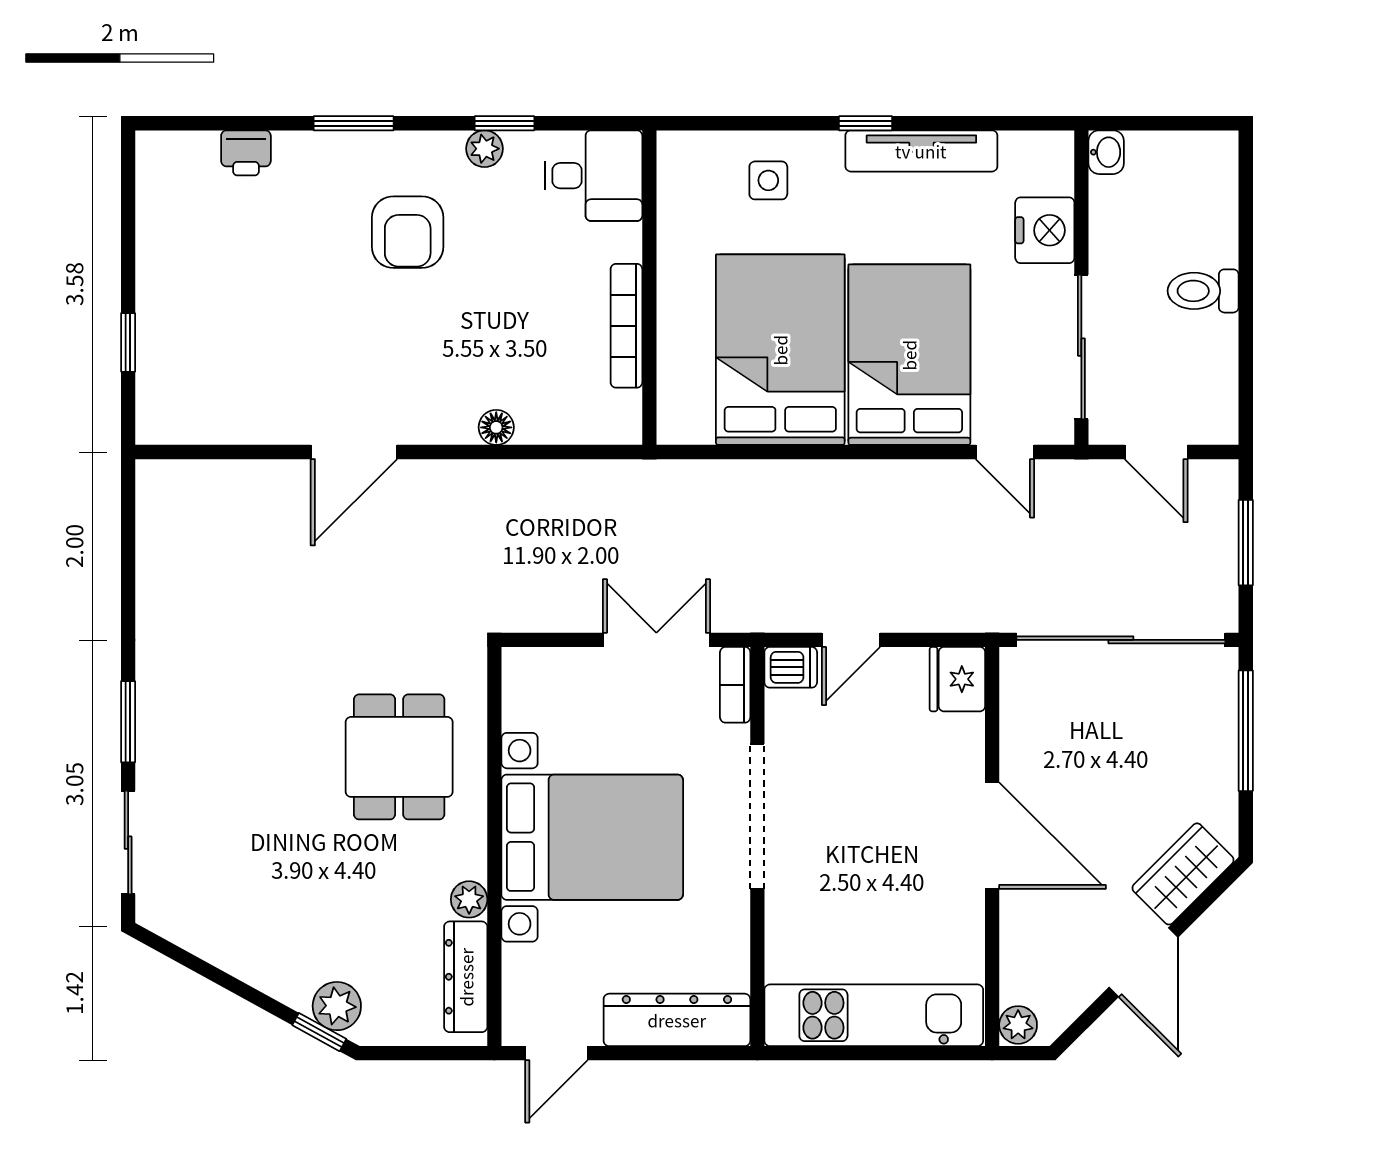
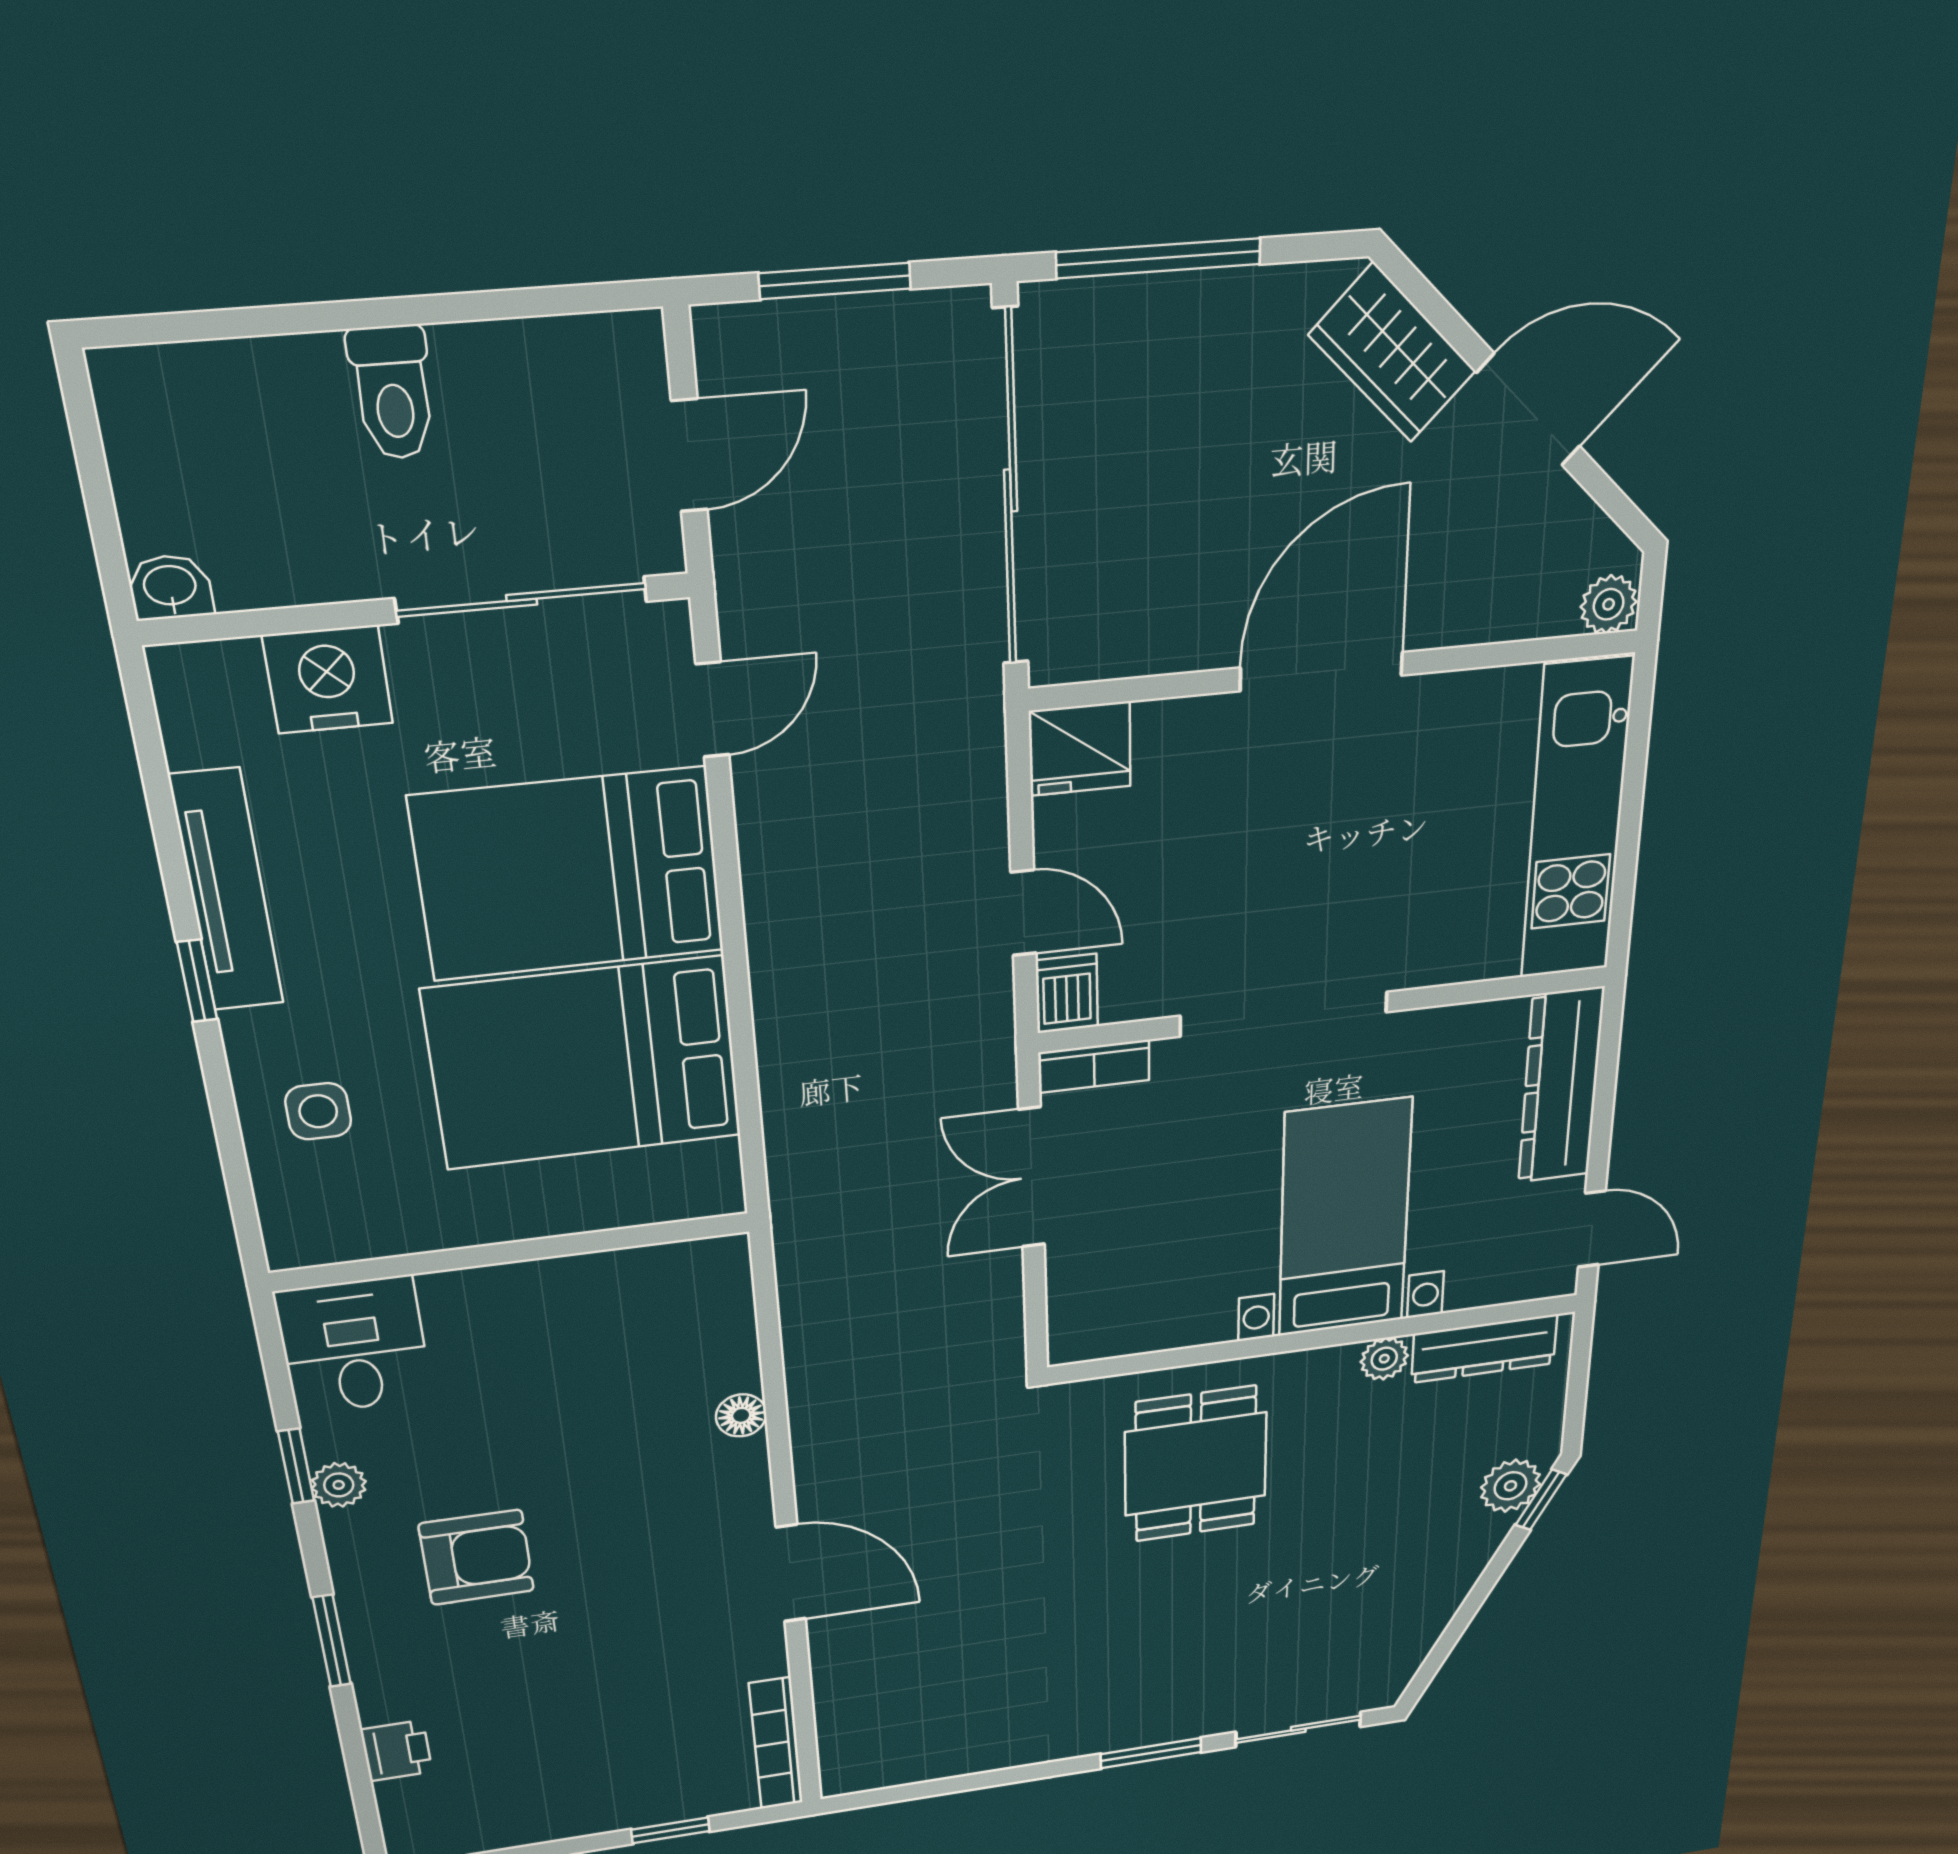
bookcase: (626, 326) -> (776, 1744), moved, turned 90
dining table: (399, 757) -> (1196, 1464), turned 90
bed with nightstands: (592, 837) -> (1345, 1218), width x0.73

